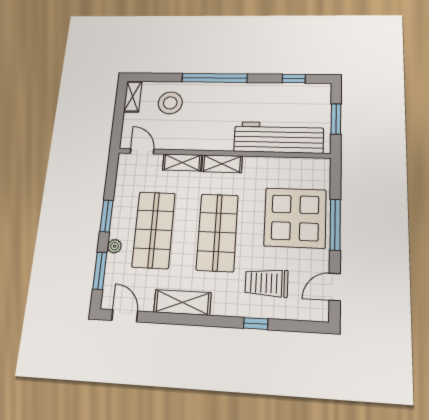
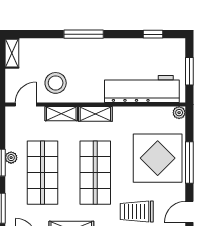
window: (214, 78) -> (84, 34), width x0.68
stool: (170, 103) -> (56, 83), moved
door: (142, 151) -> (26, 104), hinge flipped
plant: (323, 165) -> (179, 113), added
plant: (115, 246) -> (11, 158), moved

